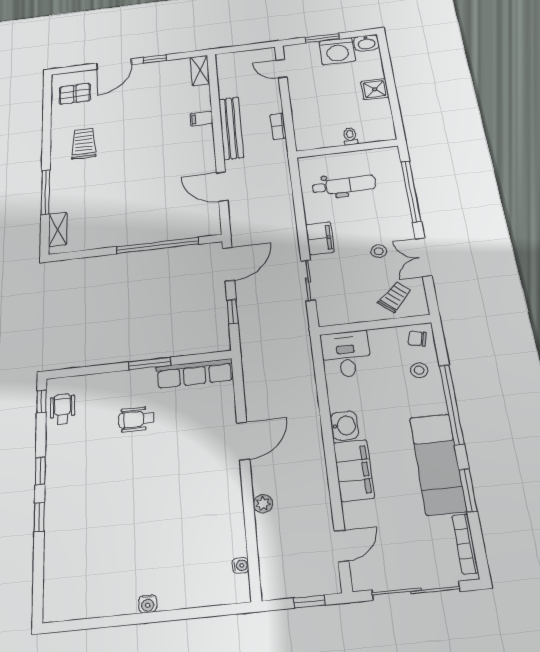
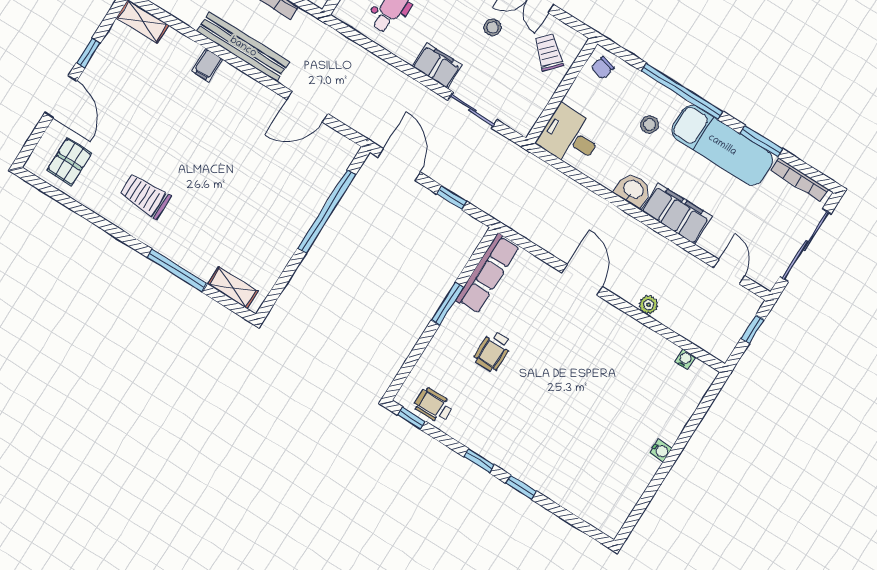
stool: (419, 370) -> (650, 125), moved

